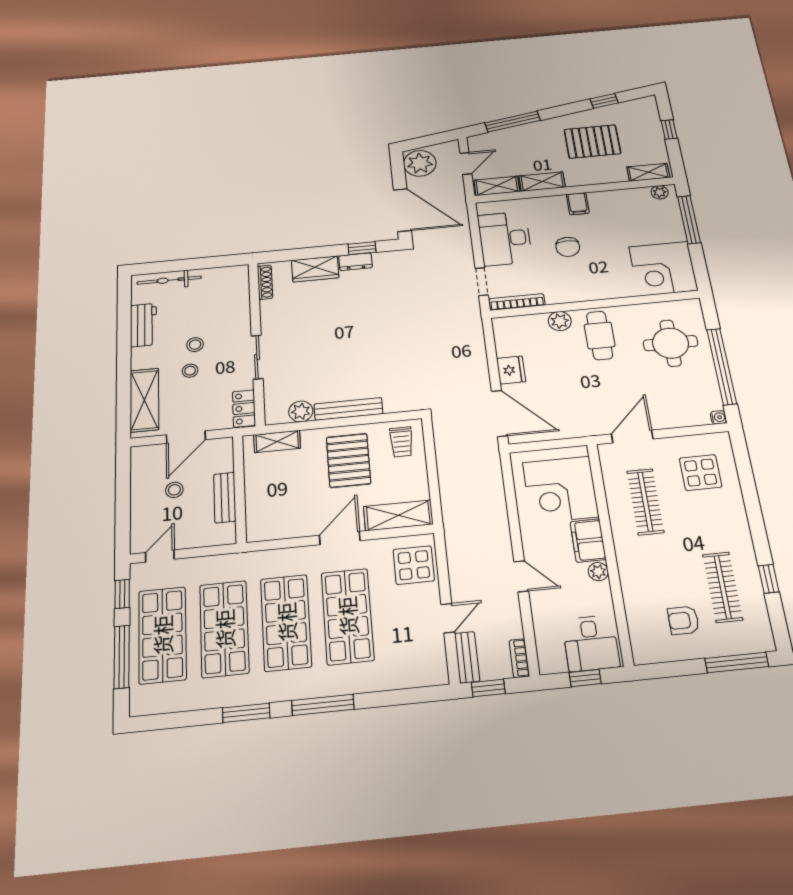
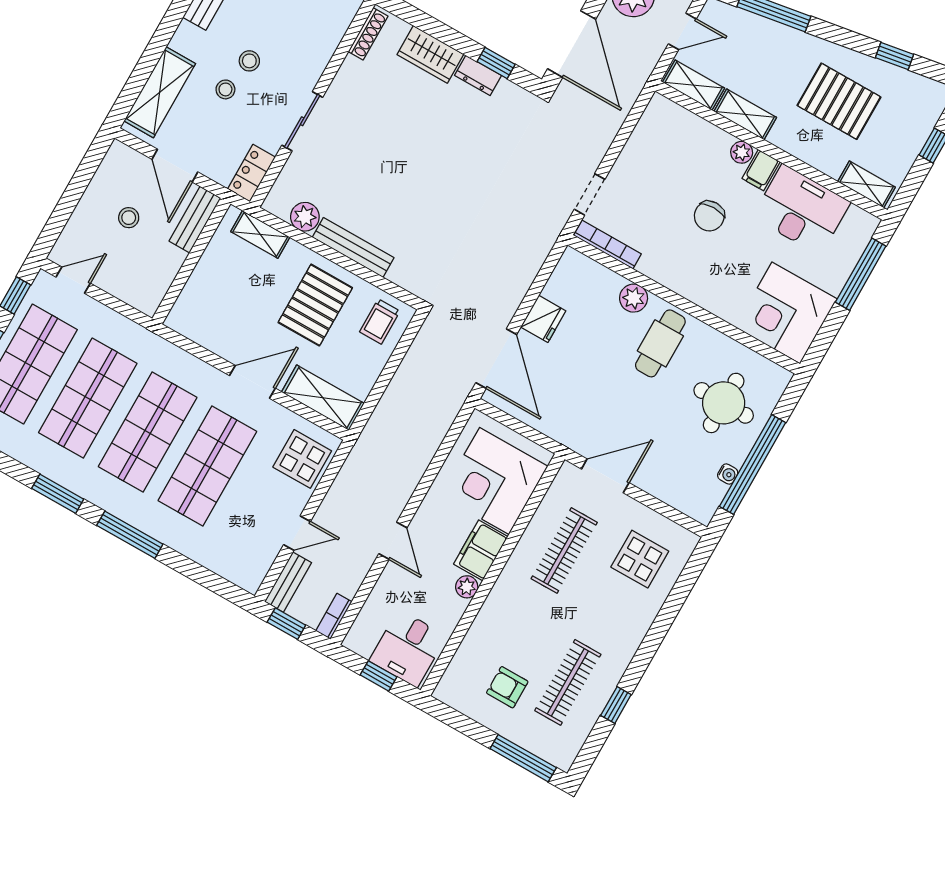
plant: (660, 192) -> (742, 152), moved
desk: (505, 239) -> (801, 210), moved, turned 90
water cooler: (718, 417) -> (728, 474), moved
door: (186, 437) -> (175, 166), hinge flipped
bench: (225, 498) -> (195, 220), moved

